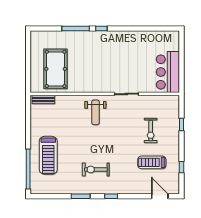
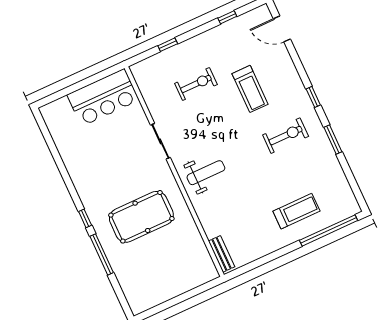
pool table: (56, 69) -> (141, 217), moved
treadmill: (48, 155) -> (296, 211), width x0.73, depth x0.73
treadmill: (152, 162) -> (250, 89), moved
exercise bike: (96, 169) -> (286, 136), turned -90
door: (160, 196) -> (282, 29), hinge flipped

